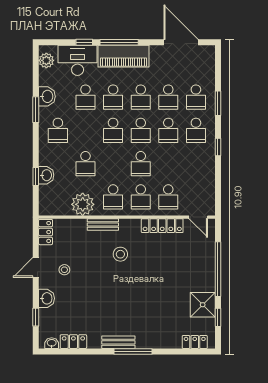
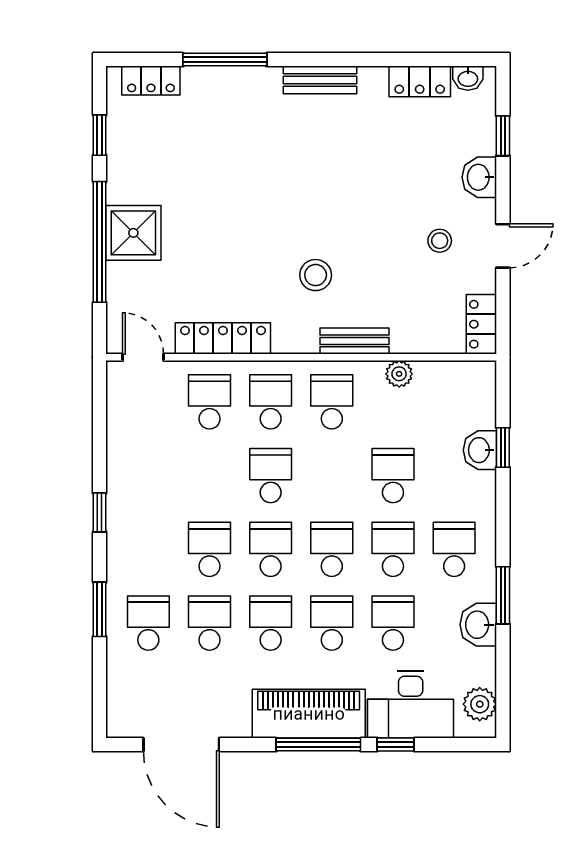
school desk: (196, 130) -> (393, 549), moved
plant: (83, 204) -> (399, 374), width x0.53, depth x0.53
shower: (203, 305) -> (133, 233), moved
window: (133, 351) -> (225, 60), moved

